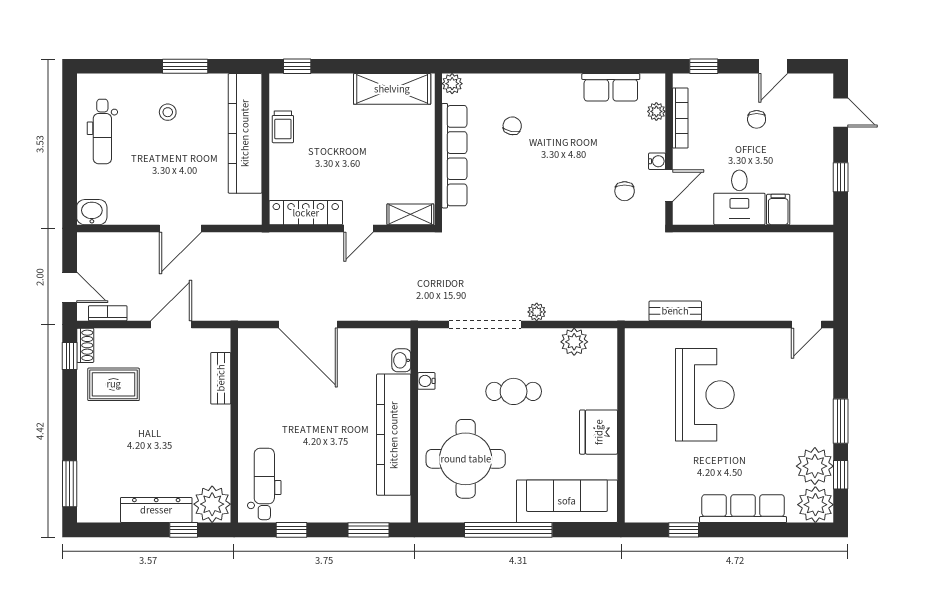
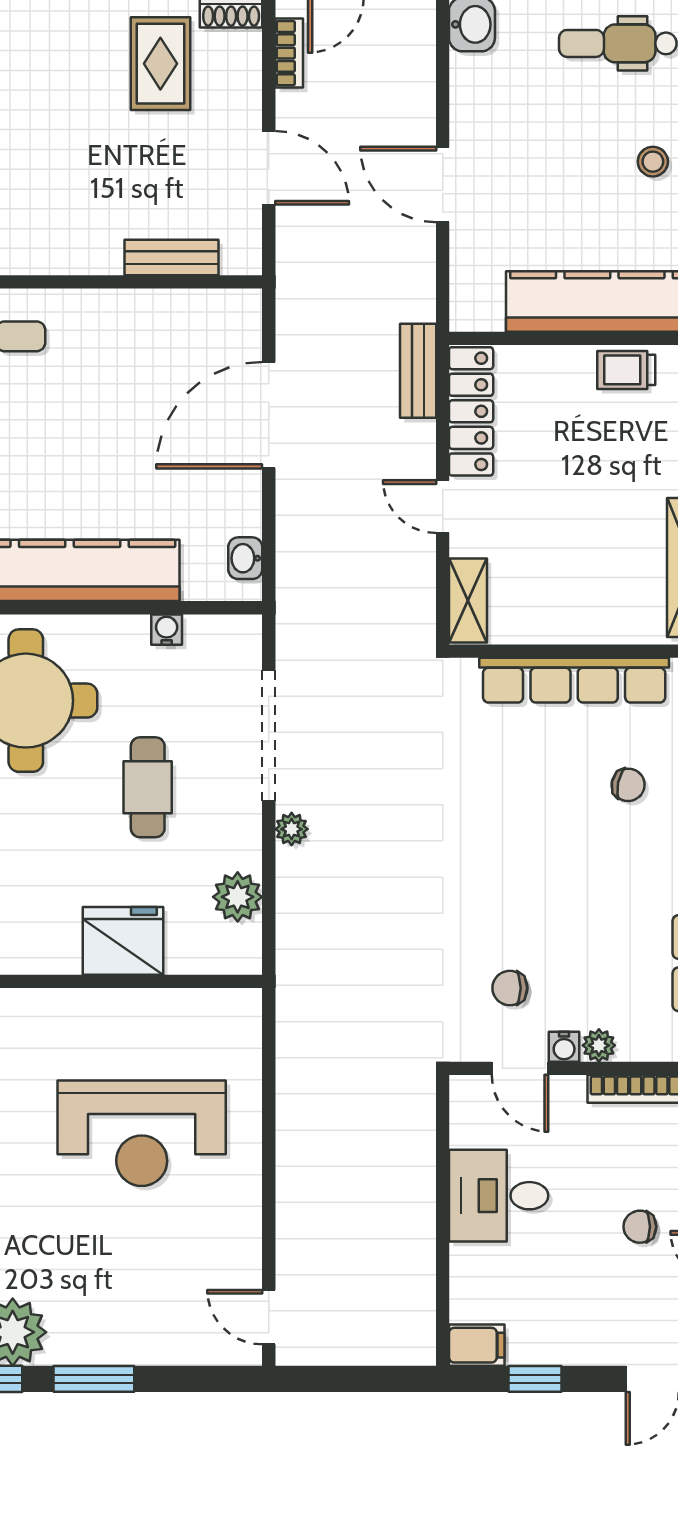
plant: (656, 111) -> (599, 1045), moved
filing cabinet: (778, 210) -> (477, 1345), moved
bench: (675, 311) -> (418, 371), moved
washbasin: (401, 360) -> (245, 558), moved, turned -90
fridge: (599, 432) -> (123, 941), moved

